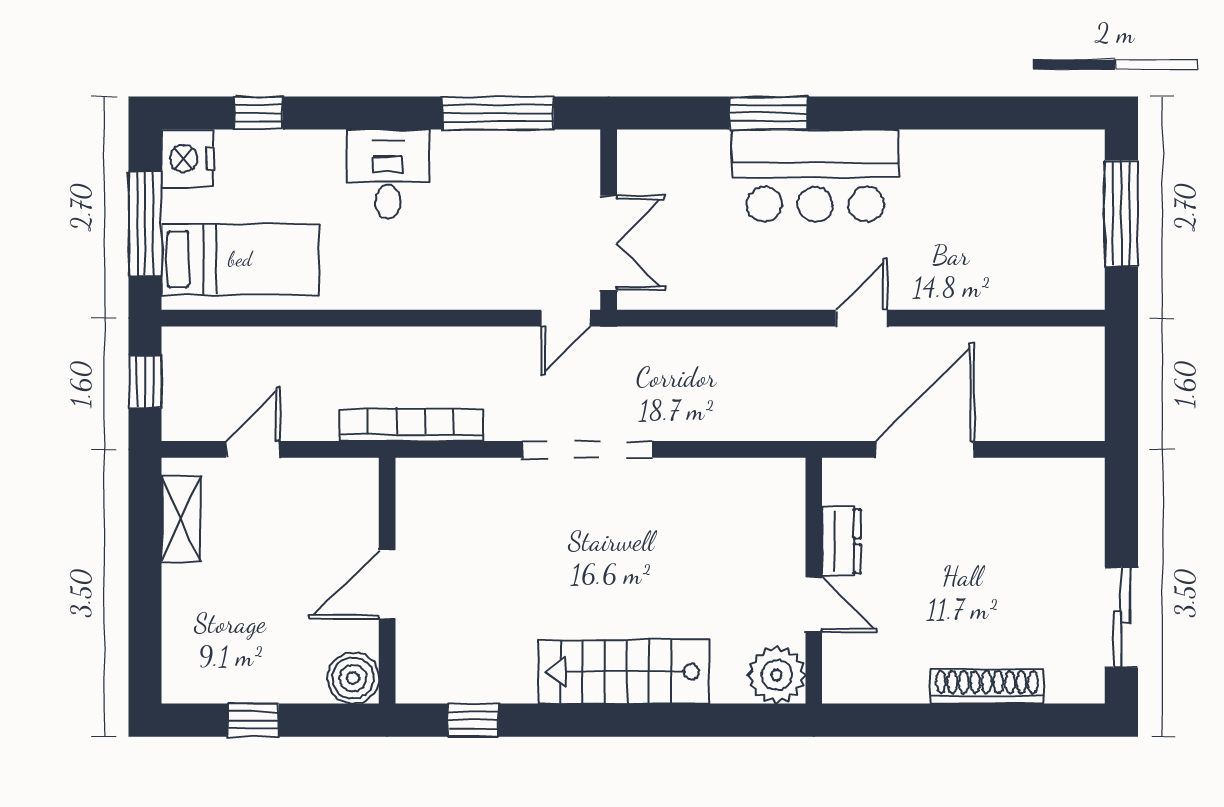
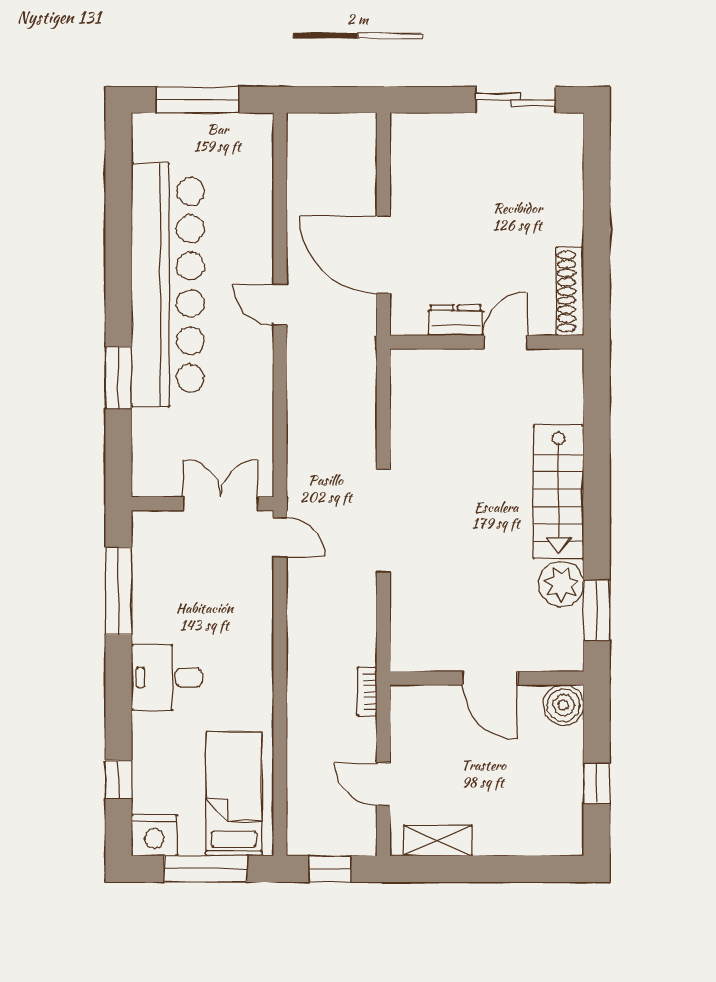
bar counter: (815, 176) -> (168, 285), width x1.86
bookcase: (411, 425) -> (367, 692), width x0.43, depth x0.76
plant: (777, 675) -> (561, 584), moved
shoe rack: (987, 686) -> (570, 291), moved
window: (473, 720) -> (597, 610), width x1.50

